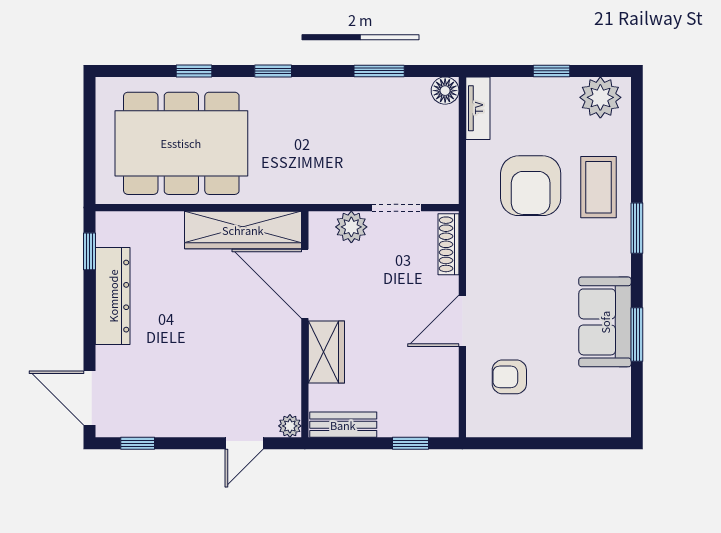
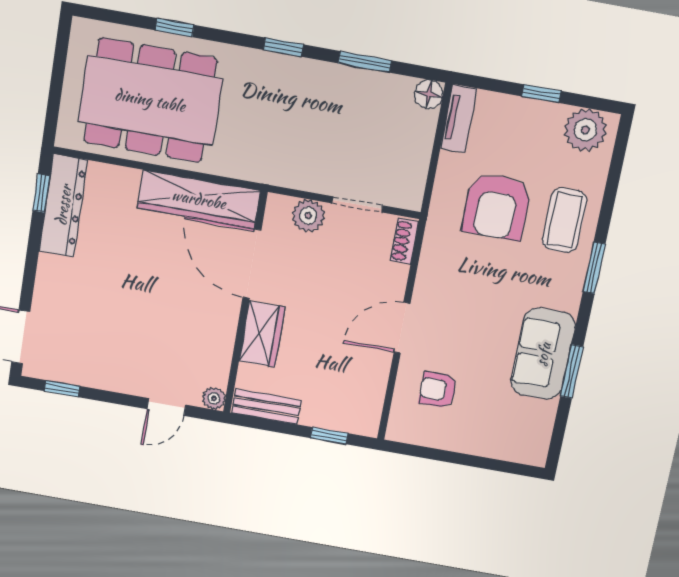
window: (273, 71) -> (283, 47), moved
shoe rack: (448, 244) -> (404, 241), width x0.70
dresser: (113, 296) -> (63, 205), moved

